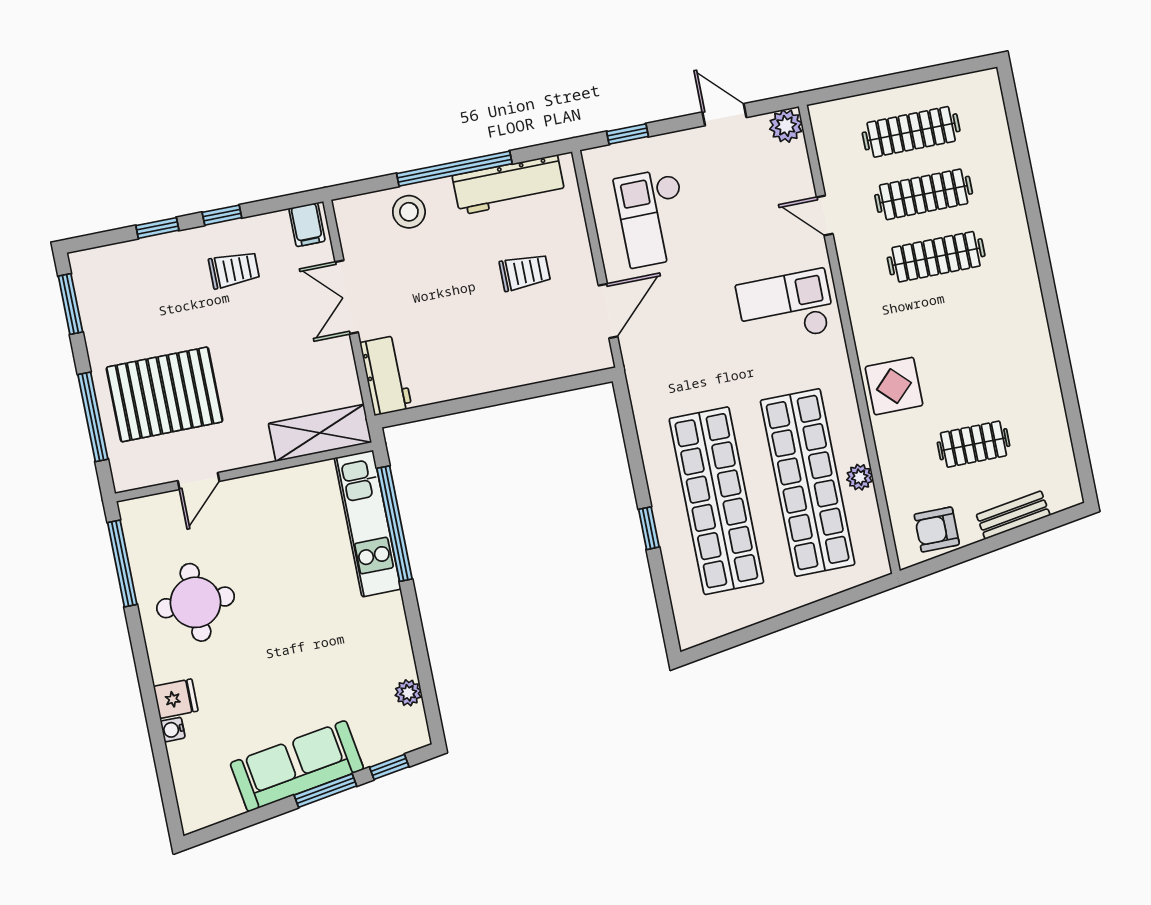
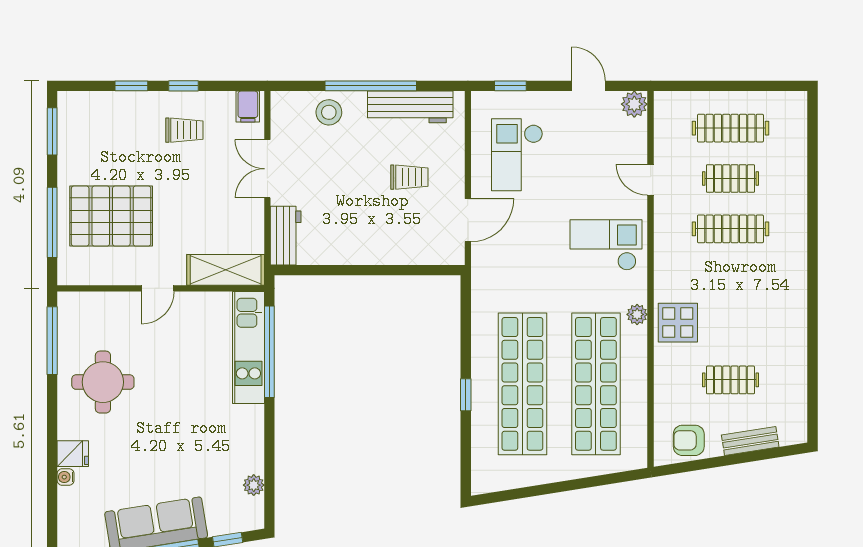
clothes rail: (924, 194) -> (730, 179), width x0.73
plant: (860, 477) -> (637, 314), moved
door: (199, 481) -> (158, 288), moved

